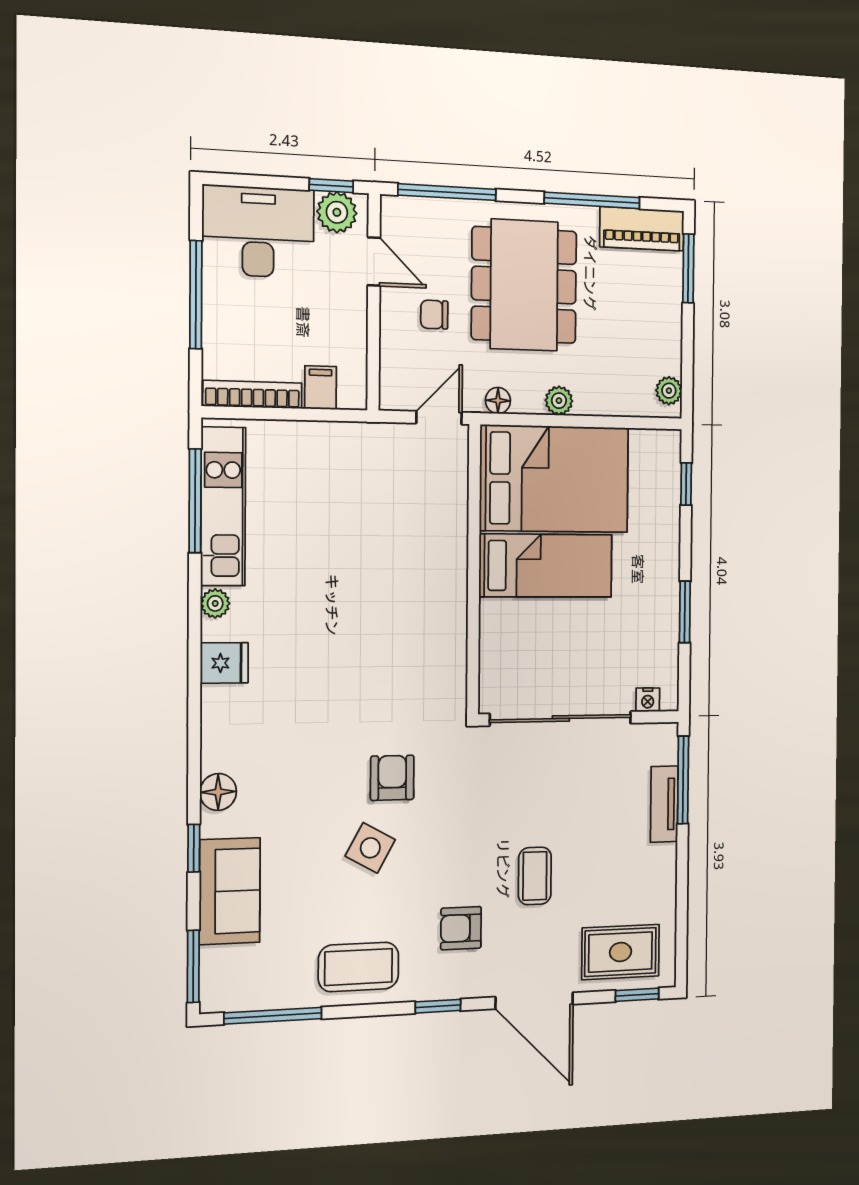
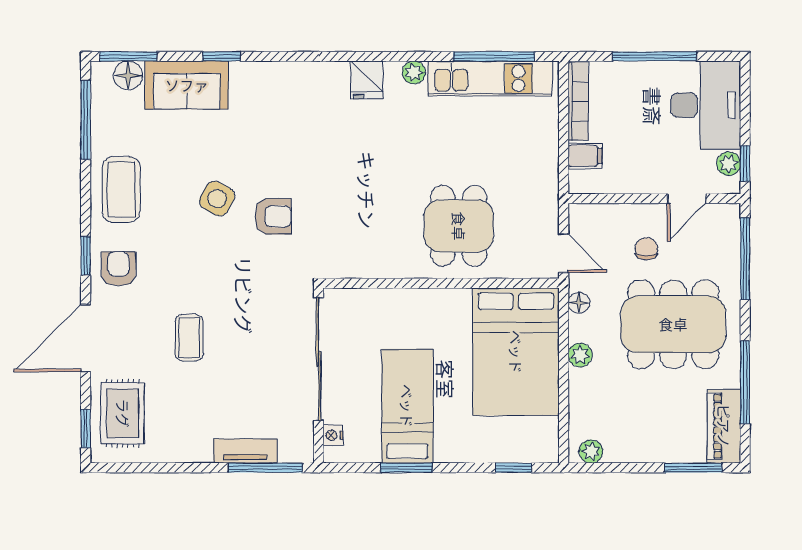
plant: (337, 212) -> (729, 164), width x0.73, depth x0.73
dining table: (405, 547) -> (459, 226), added
bed: (546, 566) -> (407, 406), moved, turned 180
floor lamp: (218, 792) -> (128, 75), moved
coffee table: (535, 876) -> (189, 338), turned 90
armchair: (461, 928) -> (119, 269), moved

